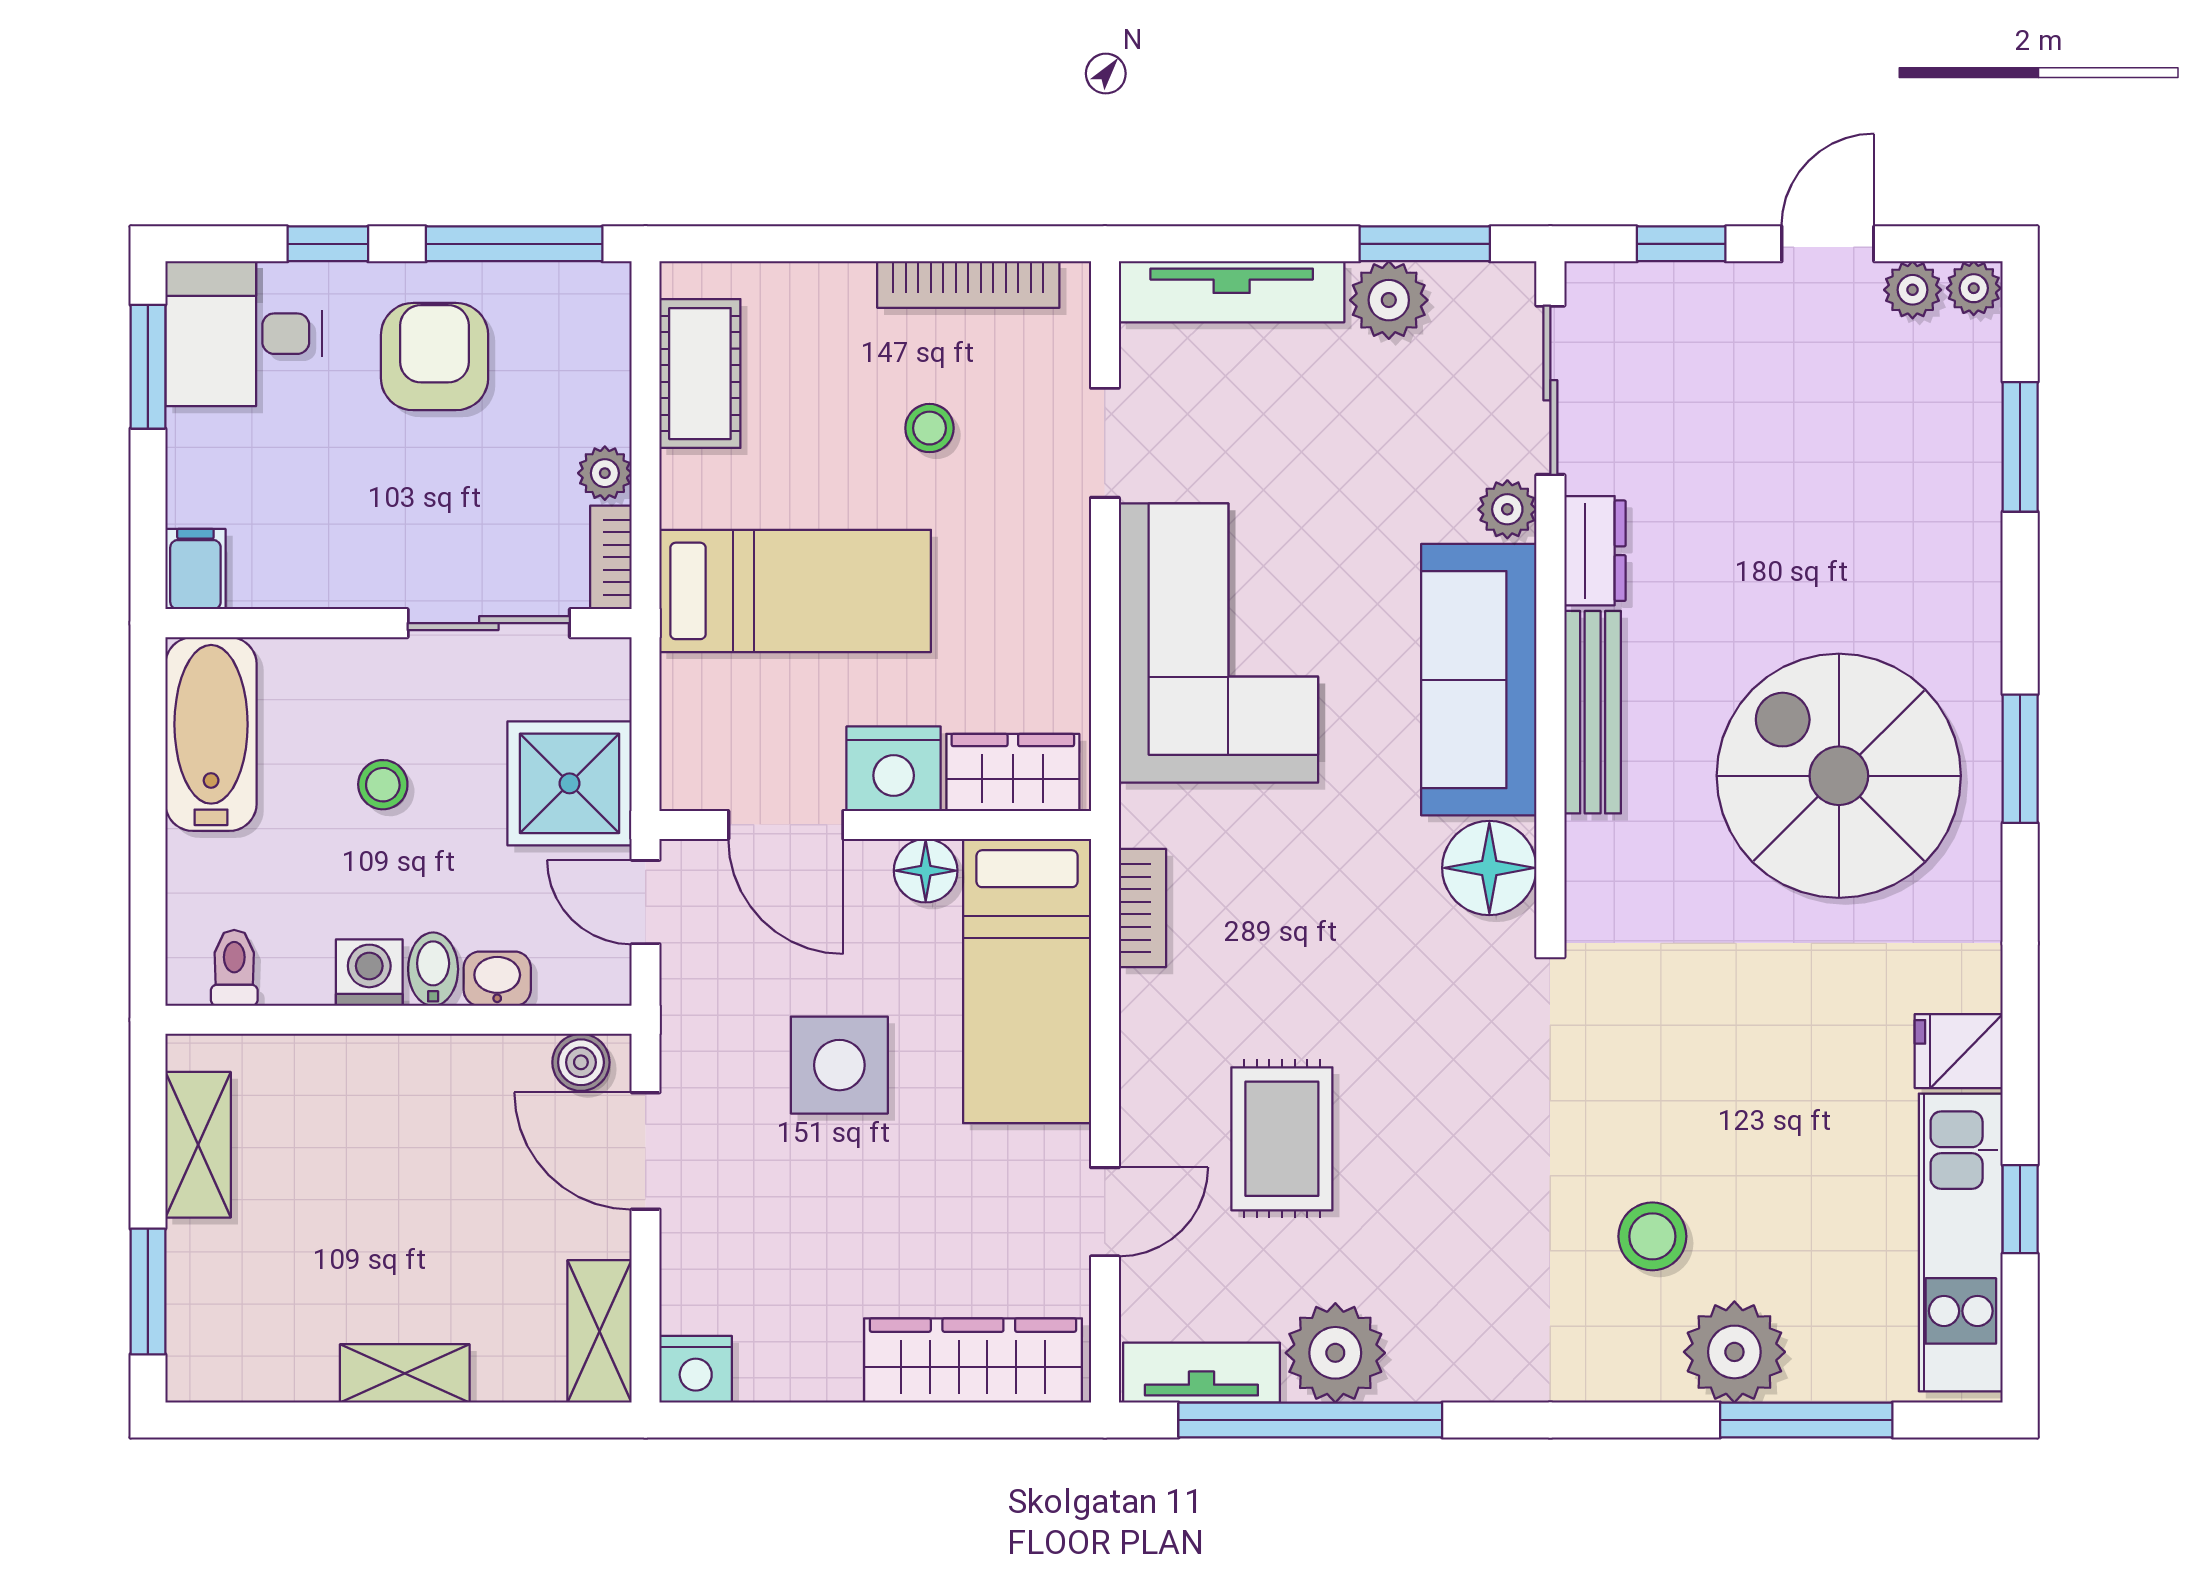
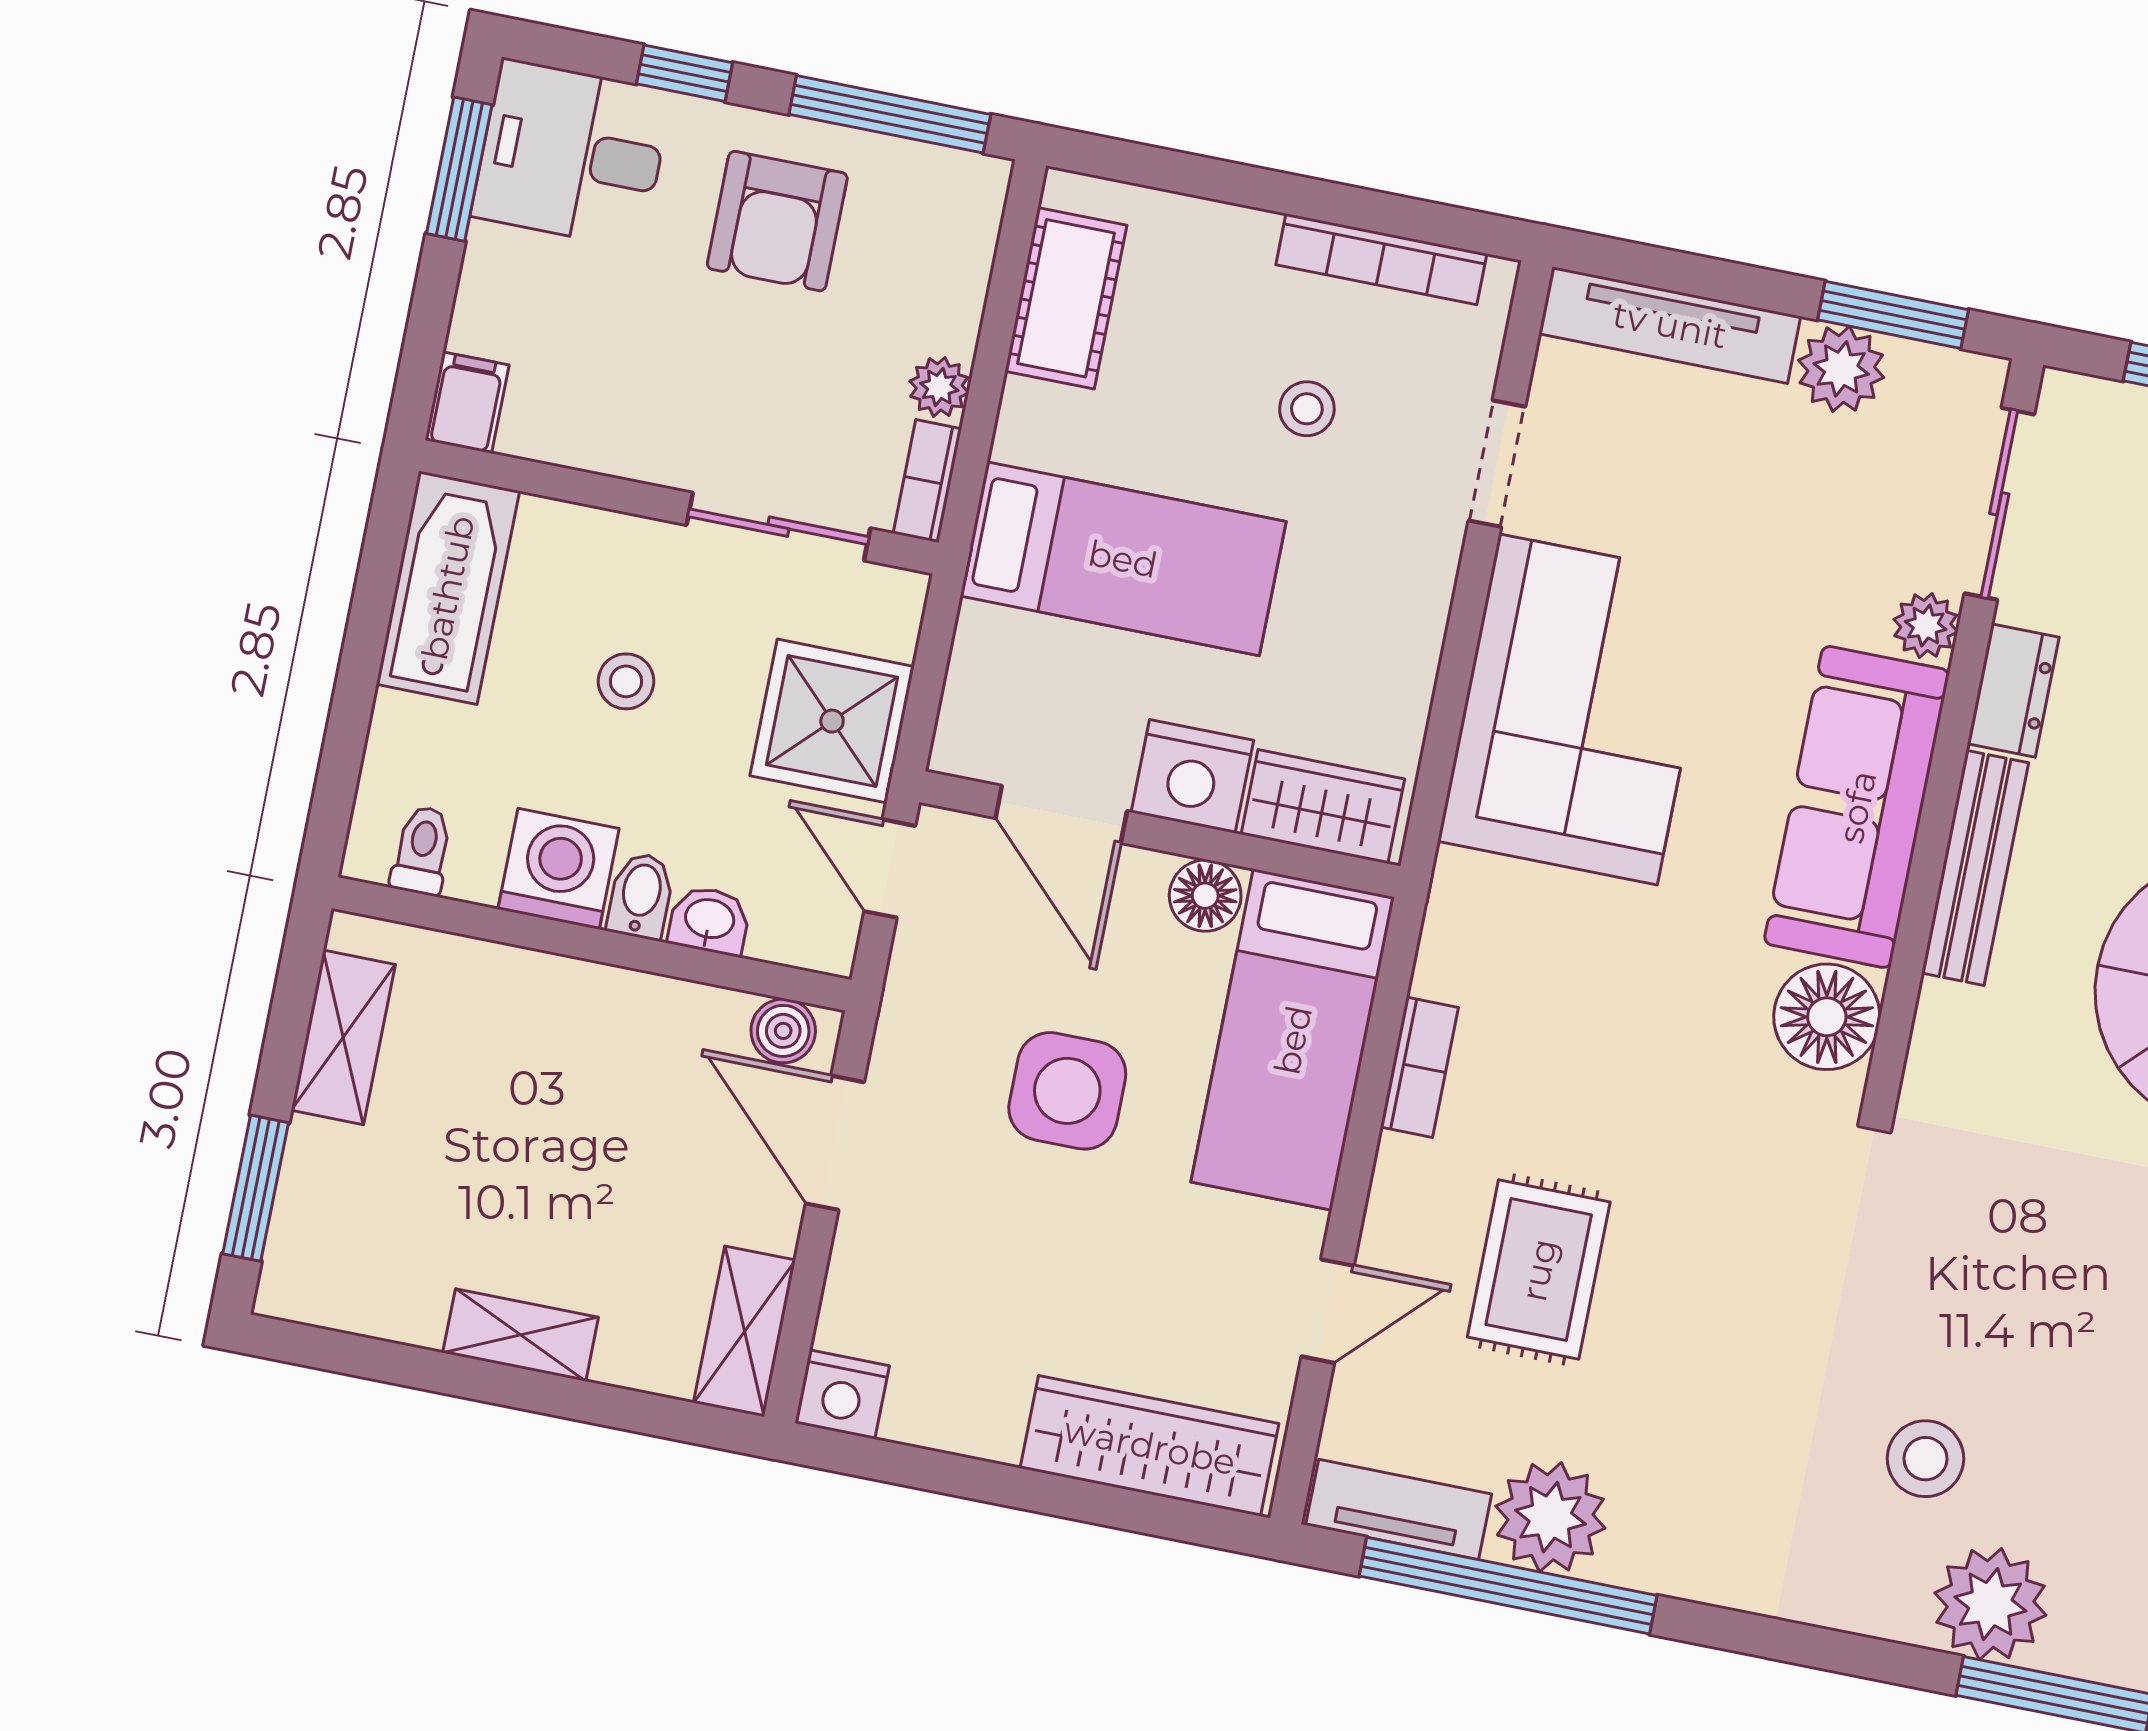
armchair: (435, 357) -> (777, 221), turned 180
bookcase: (1142, 908) -> (1419, 1067), moved
washing machine: (369, 973) -> (559, 869), width x1.38, depth x1.38

